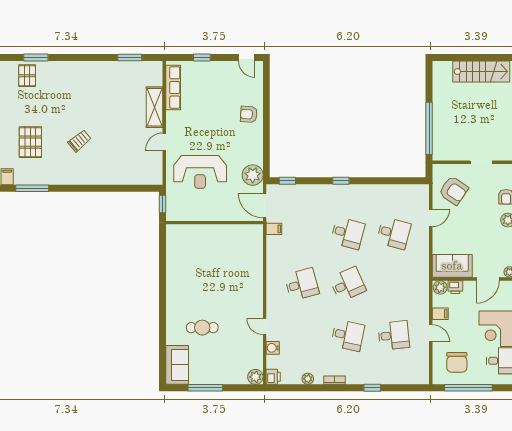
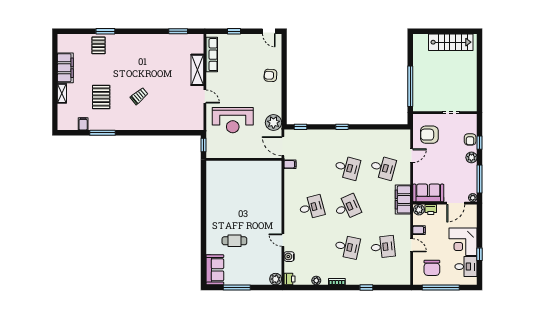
door: (164, 142) -> (205, 97), swing flipped
armchair: (454, 191) -> (429, 135), turned 146
filing cabinet: (419, 274) -> (403, 199), added

